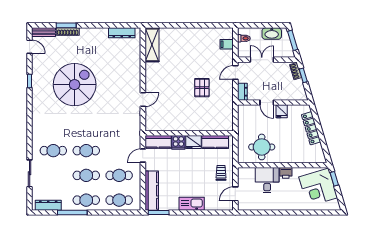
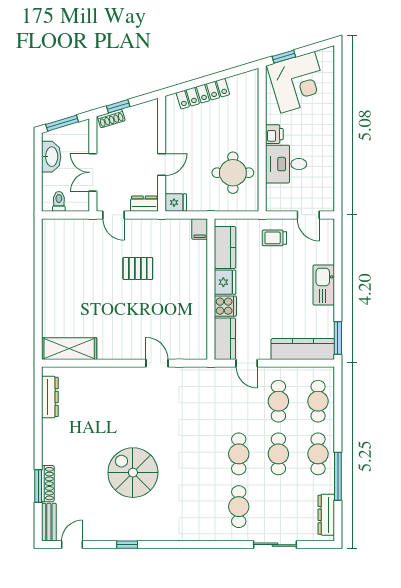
filing cabinet: (227, 44) -> (200, 229), moved
spiral stairs: (75, 85) -> (133, 473), width x0.73, depth x0.73
fridge: (282, 111) -> (176, 203), moved

